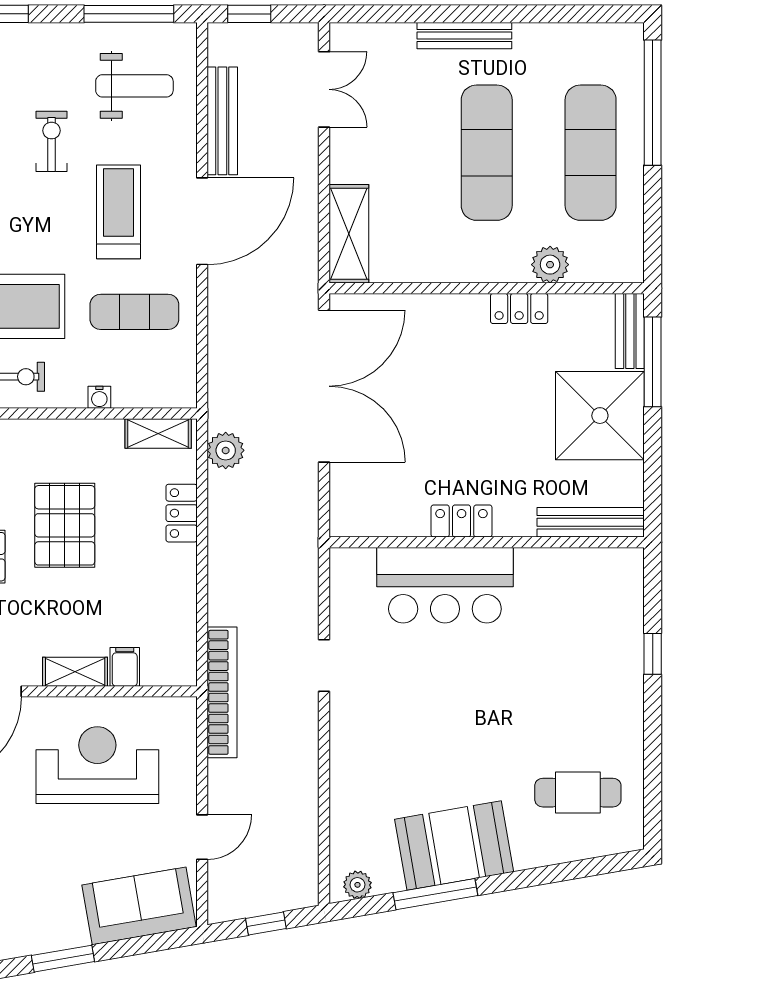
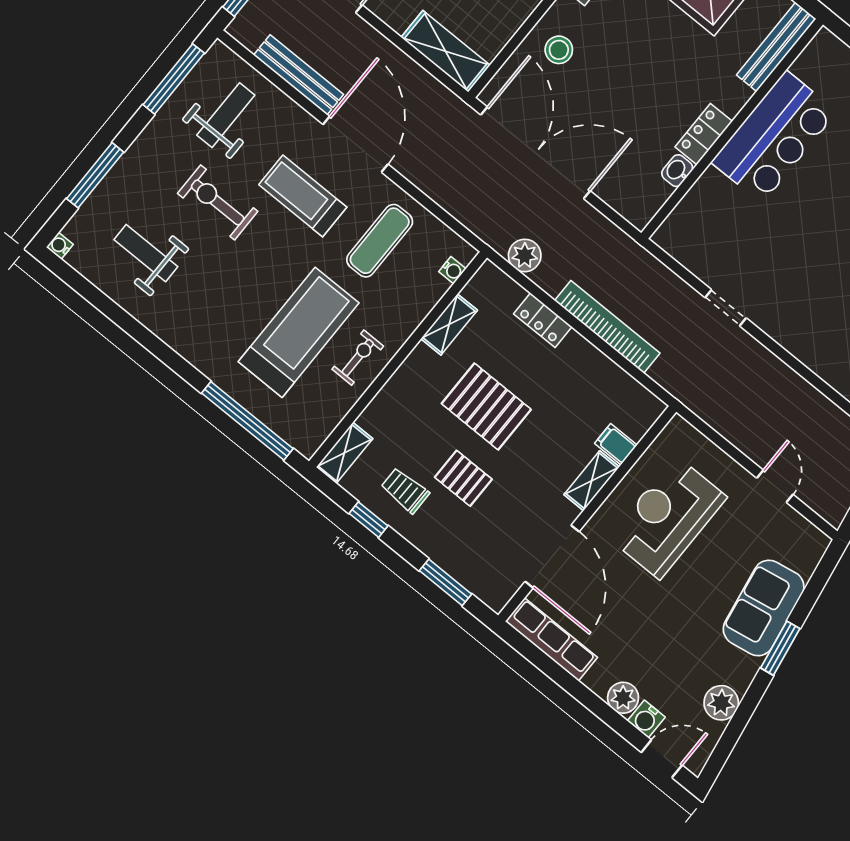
exercise bike: (52, 141) -> (218, 202), width x1.38, depth x1.39
stool: (432, 333) -> (559, 50), added
water cooler: (99, 397) -> (452, 270), moved
shelving: (158, 434) -> (449, 324), moved
washbasin: (410, 524) -> (677, 171), added
bar counter: (445, 585) -> (774, 137), moved
bookcase: (222, 692) -> (607, 327), moved
sofa: (139, 906) -> (764, 608), moved

